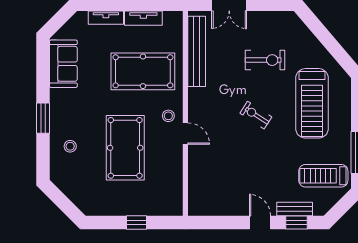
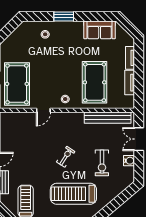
water cooler: (262, 19) -> (129, 161), added
door: (185, 134) -> (43, 110), moved
pool table: (125, 148) -> (17, 84), moved, turned 90

